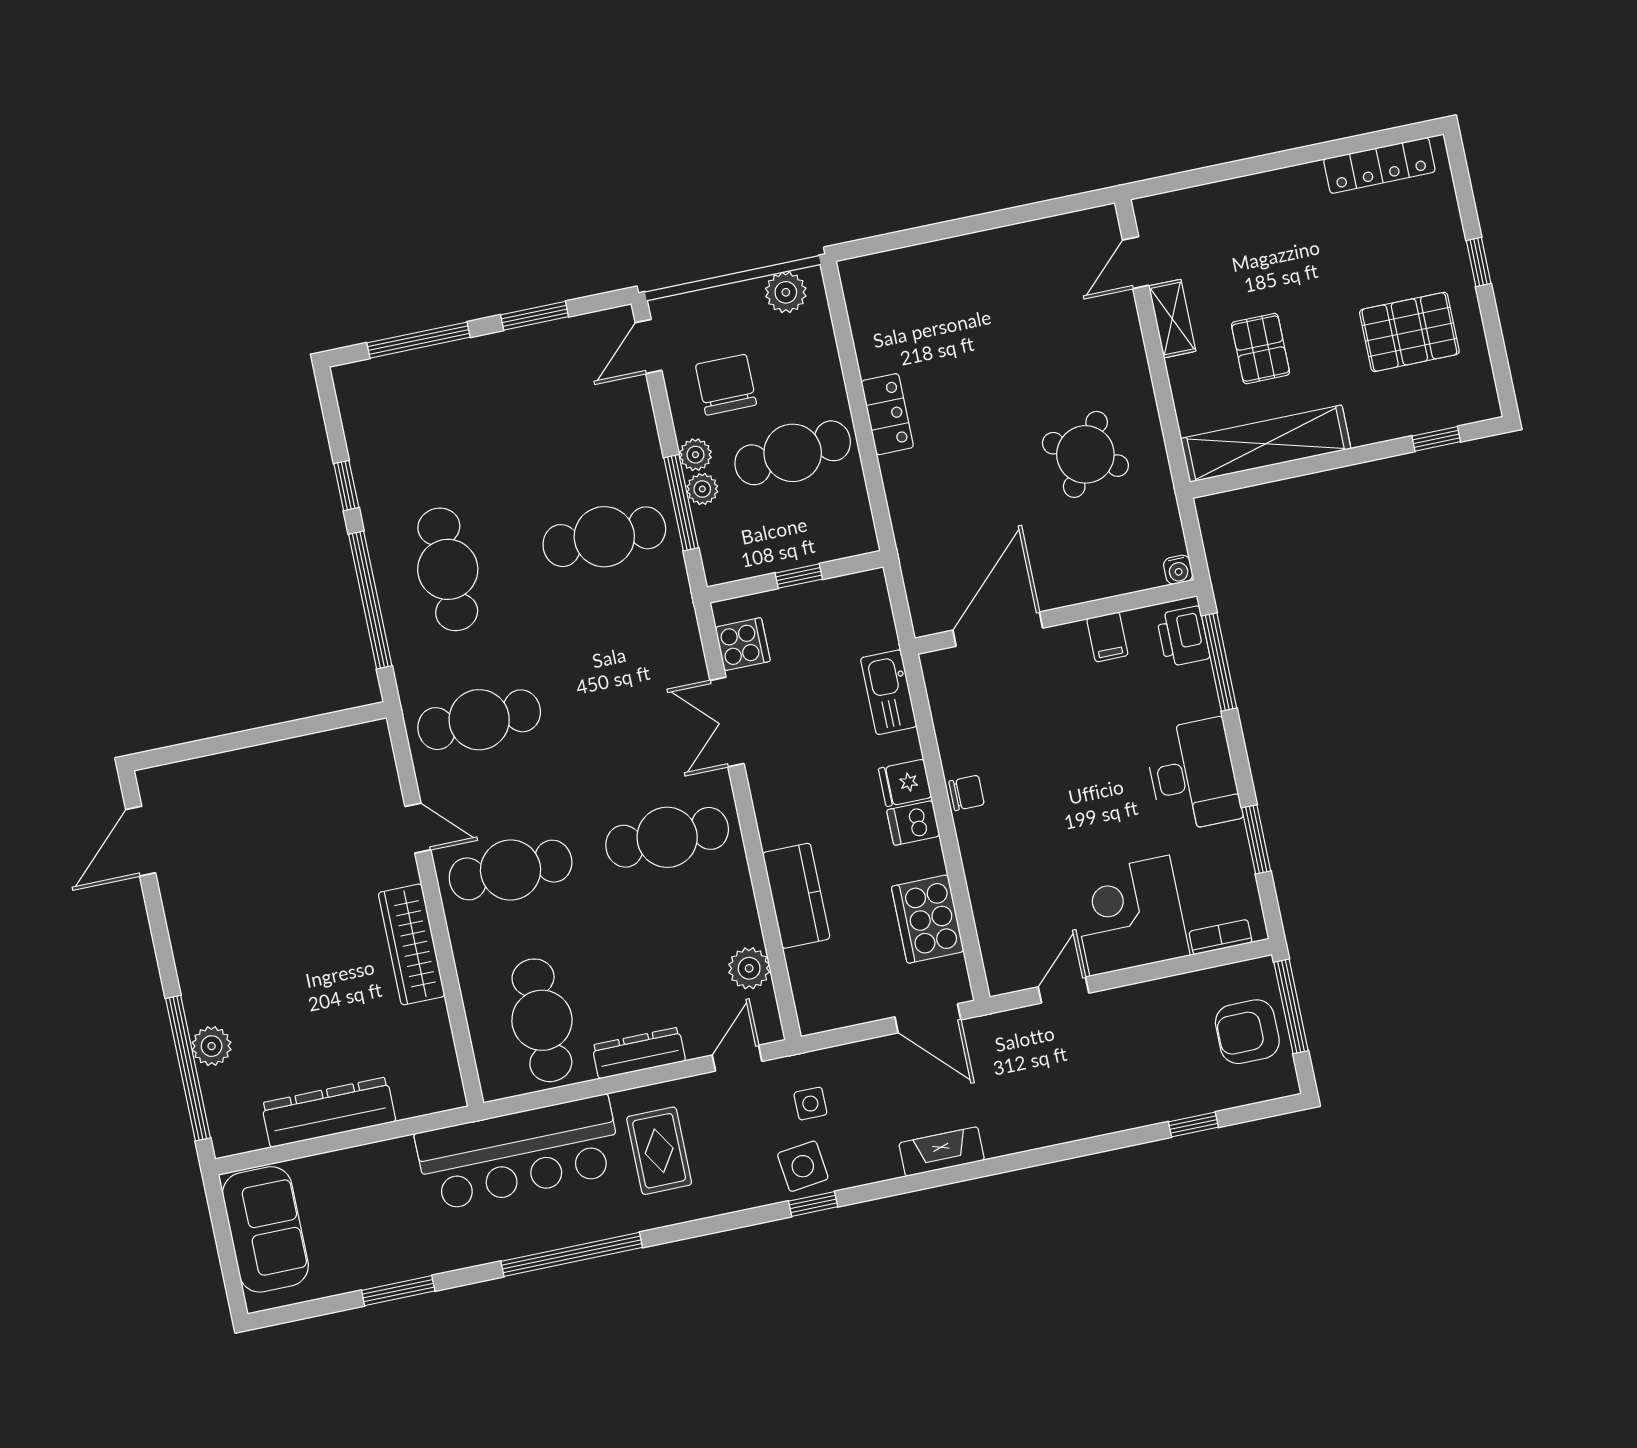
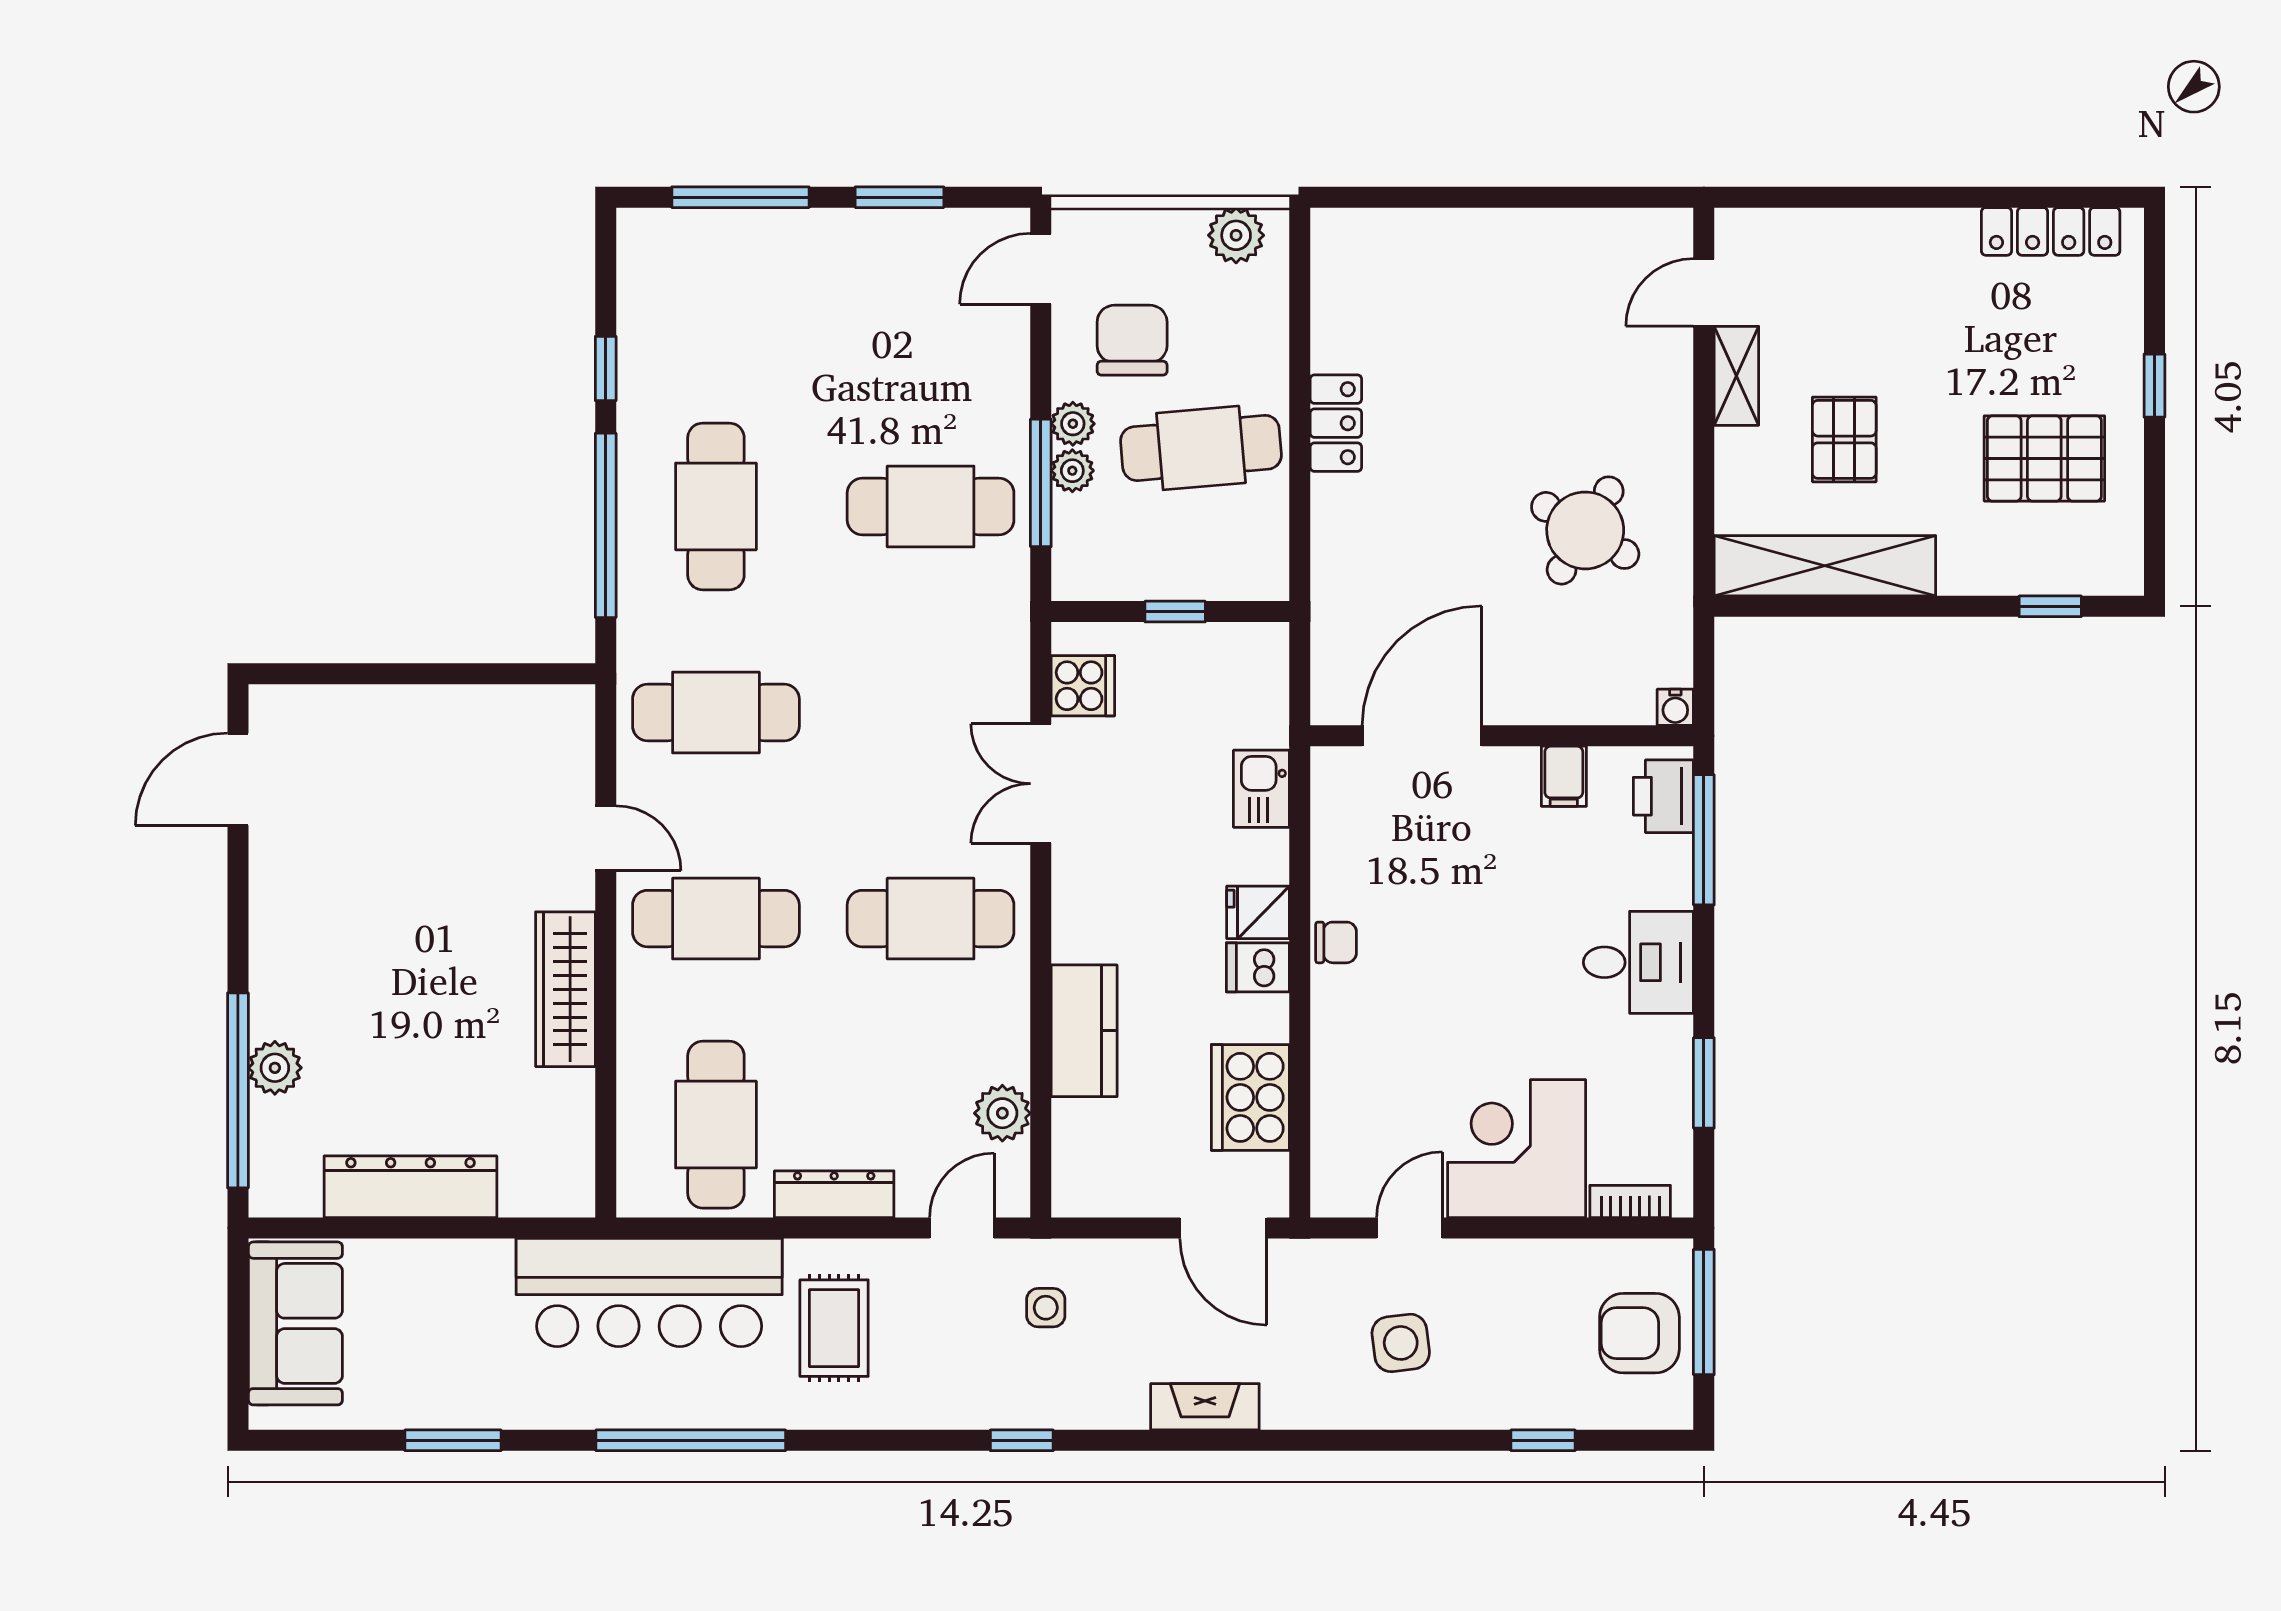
kitchen sink: (889, 692) -> (1261, 789), width x0.73
desk: (1193, 775) -> (1638, 962), width x0.73
side table: (803, 1166) -> (1401, 1343), moved

